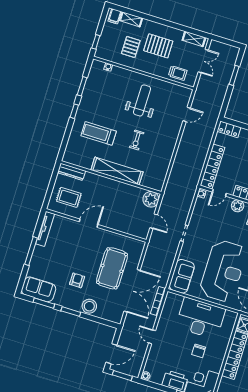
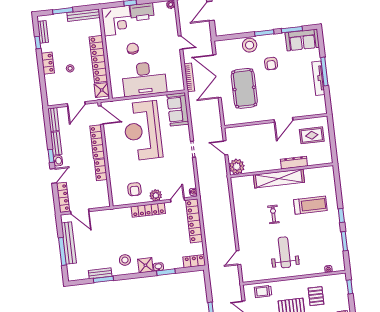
weight bench: (142, 100) -> (284, 252), turned 180
dresser: (72, 172) -> (294, 163), moved
tv unit: (45, 229) -> (318, 78), moved

